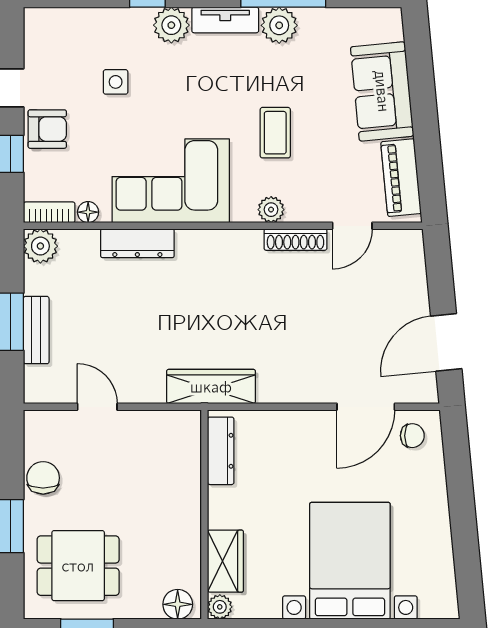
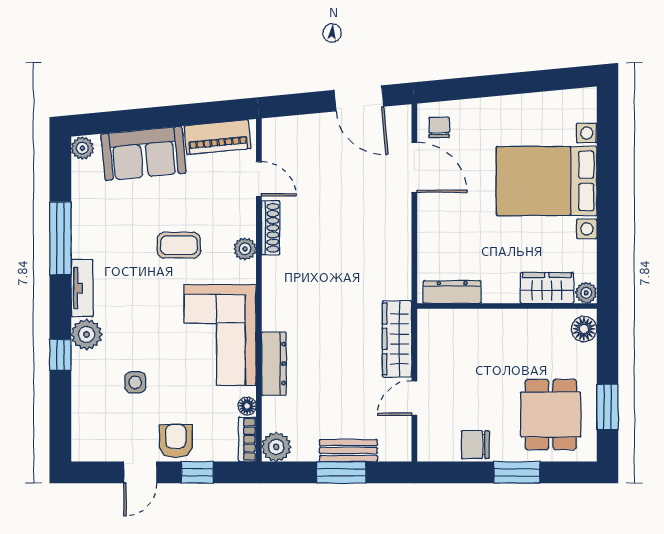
plant: (279, 25) -> (82, 148), moved, width x0.73, depth x0.73
wardrobe: (211, 387) -> (397, 339), moved

